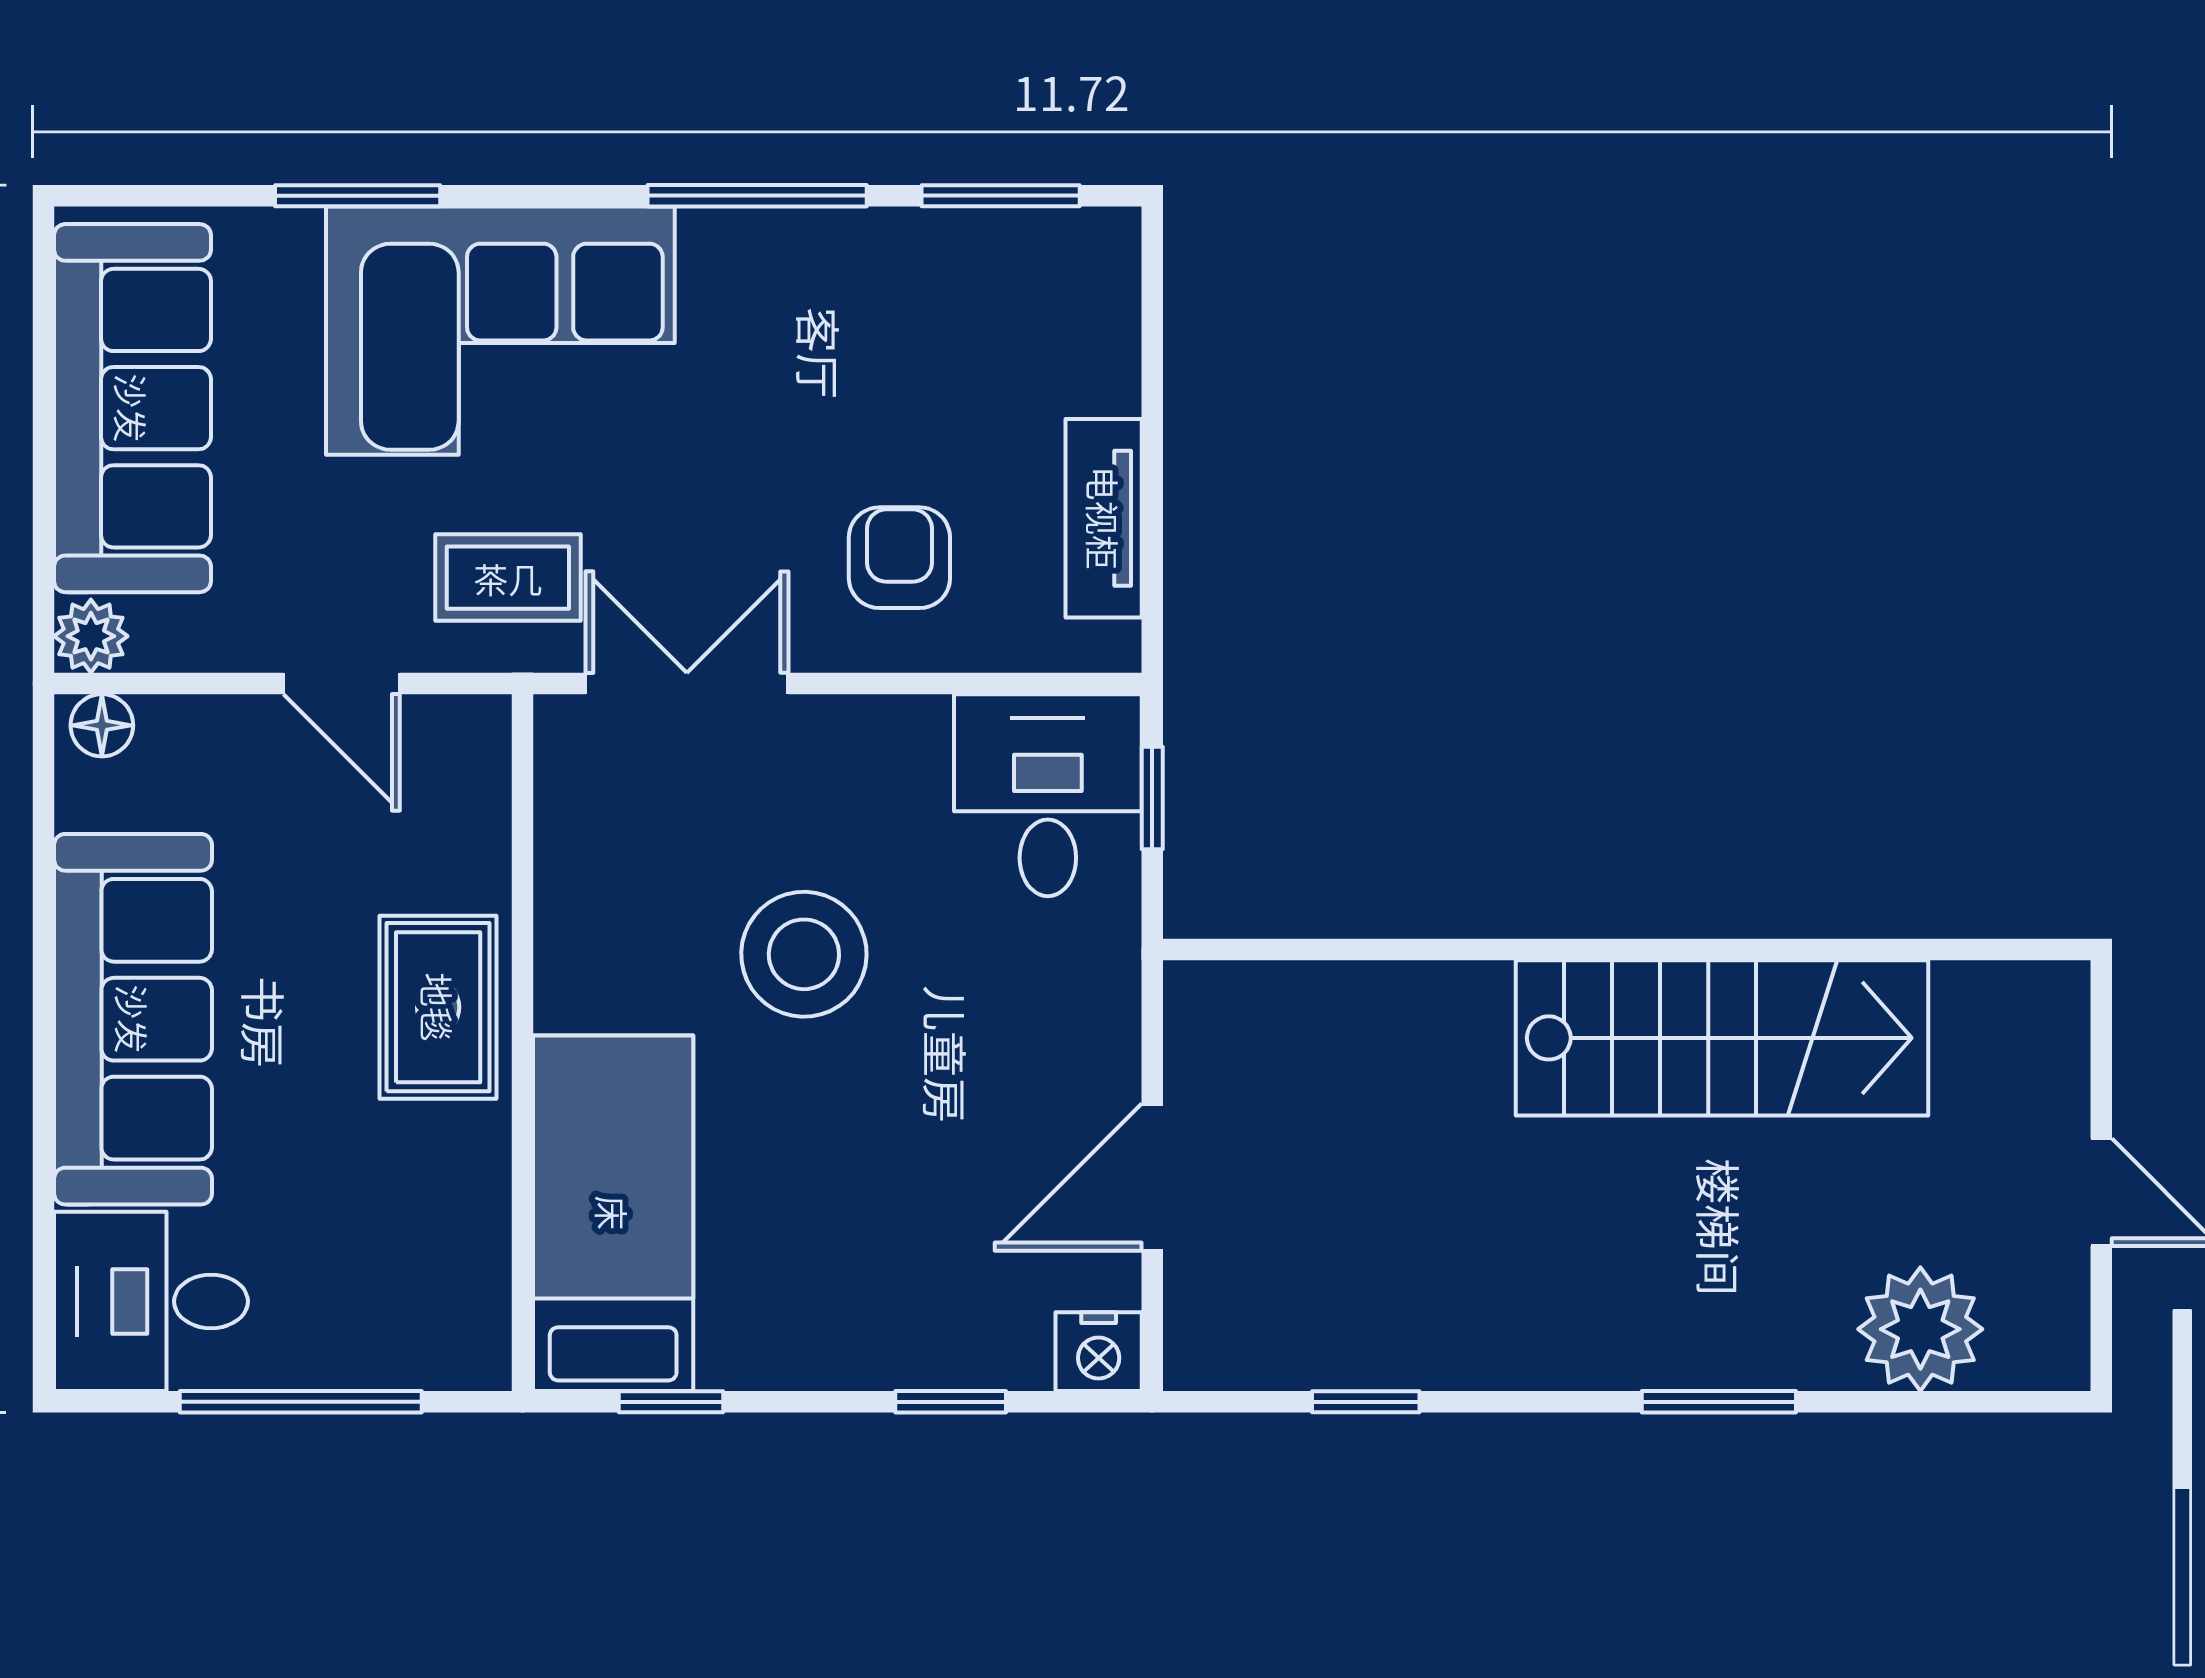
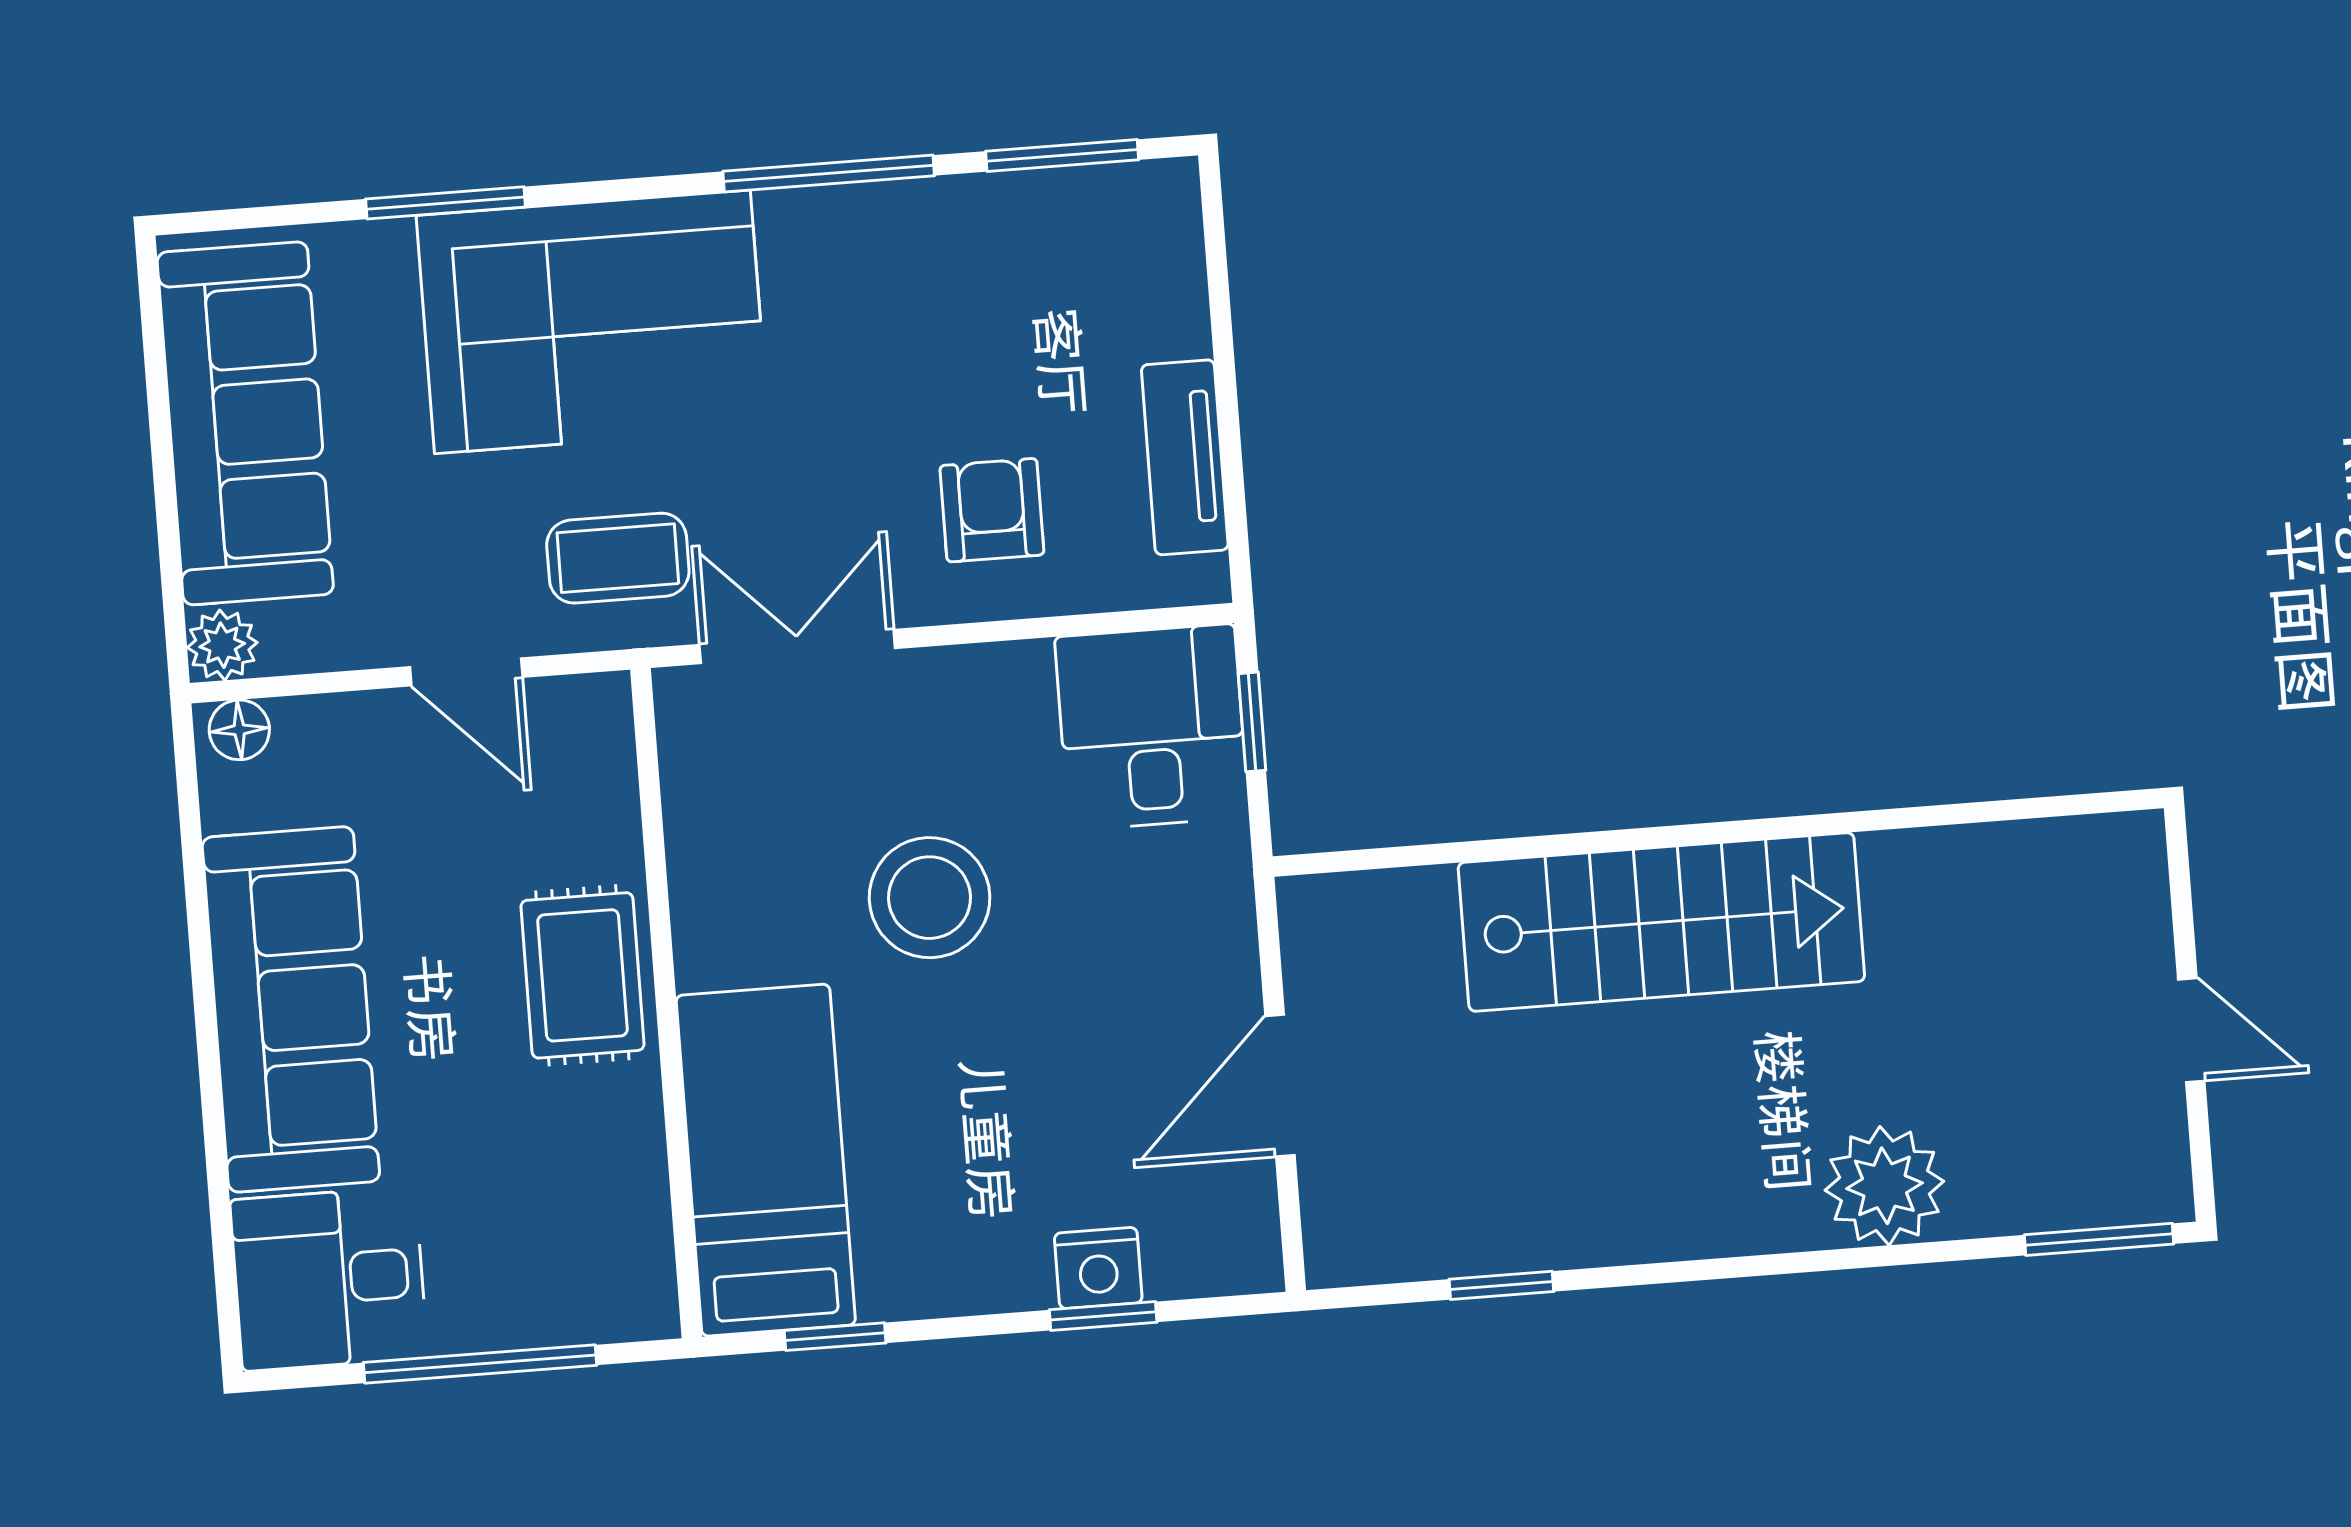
stairs: (1722, 1038) -> (1661, 922), moved
plant: (1920, 1329) -> (1884, 1186), moved
nightstand: (1099, 1352) -> (1098, 1268), moved
window: (1719, 1402) -> (2099, 1239), moved

